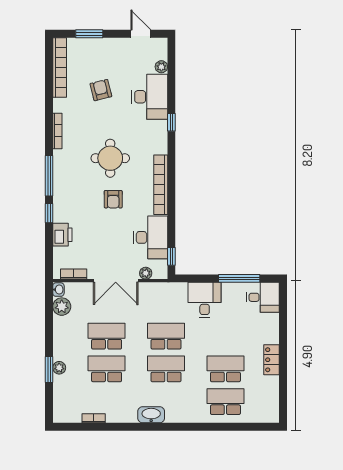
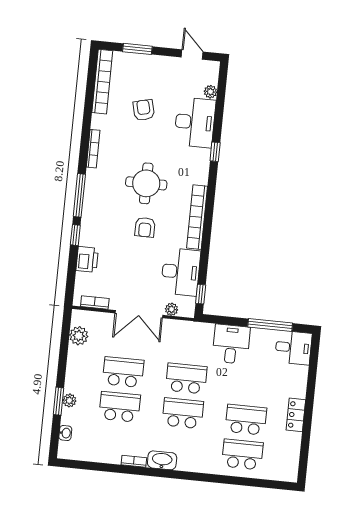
washbasin: (58, 290) -> (65, 433), moved
bookcase: (94, 418) -> (134, 461), moved

